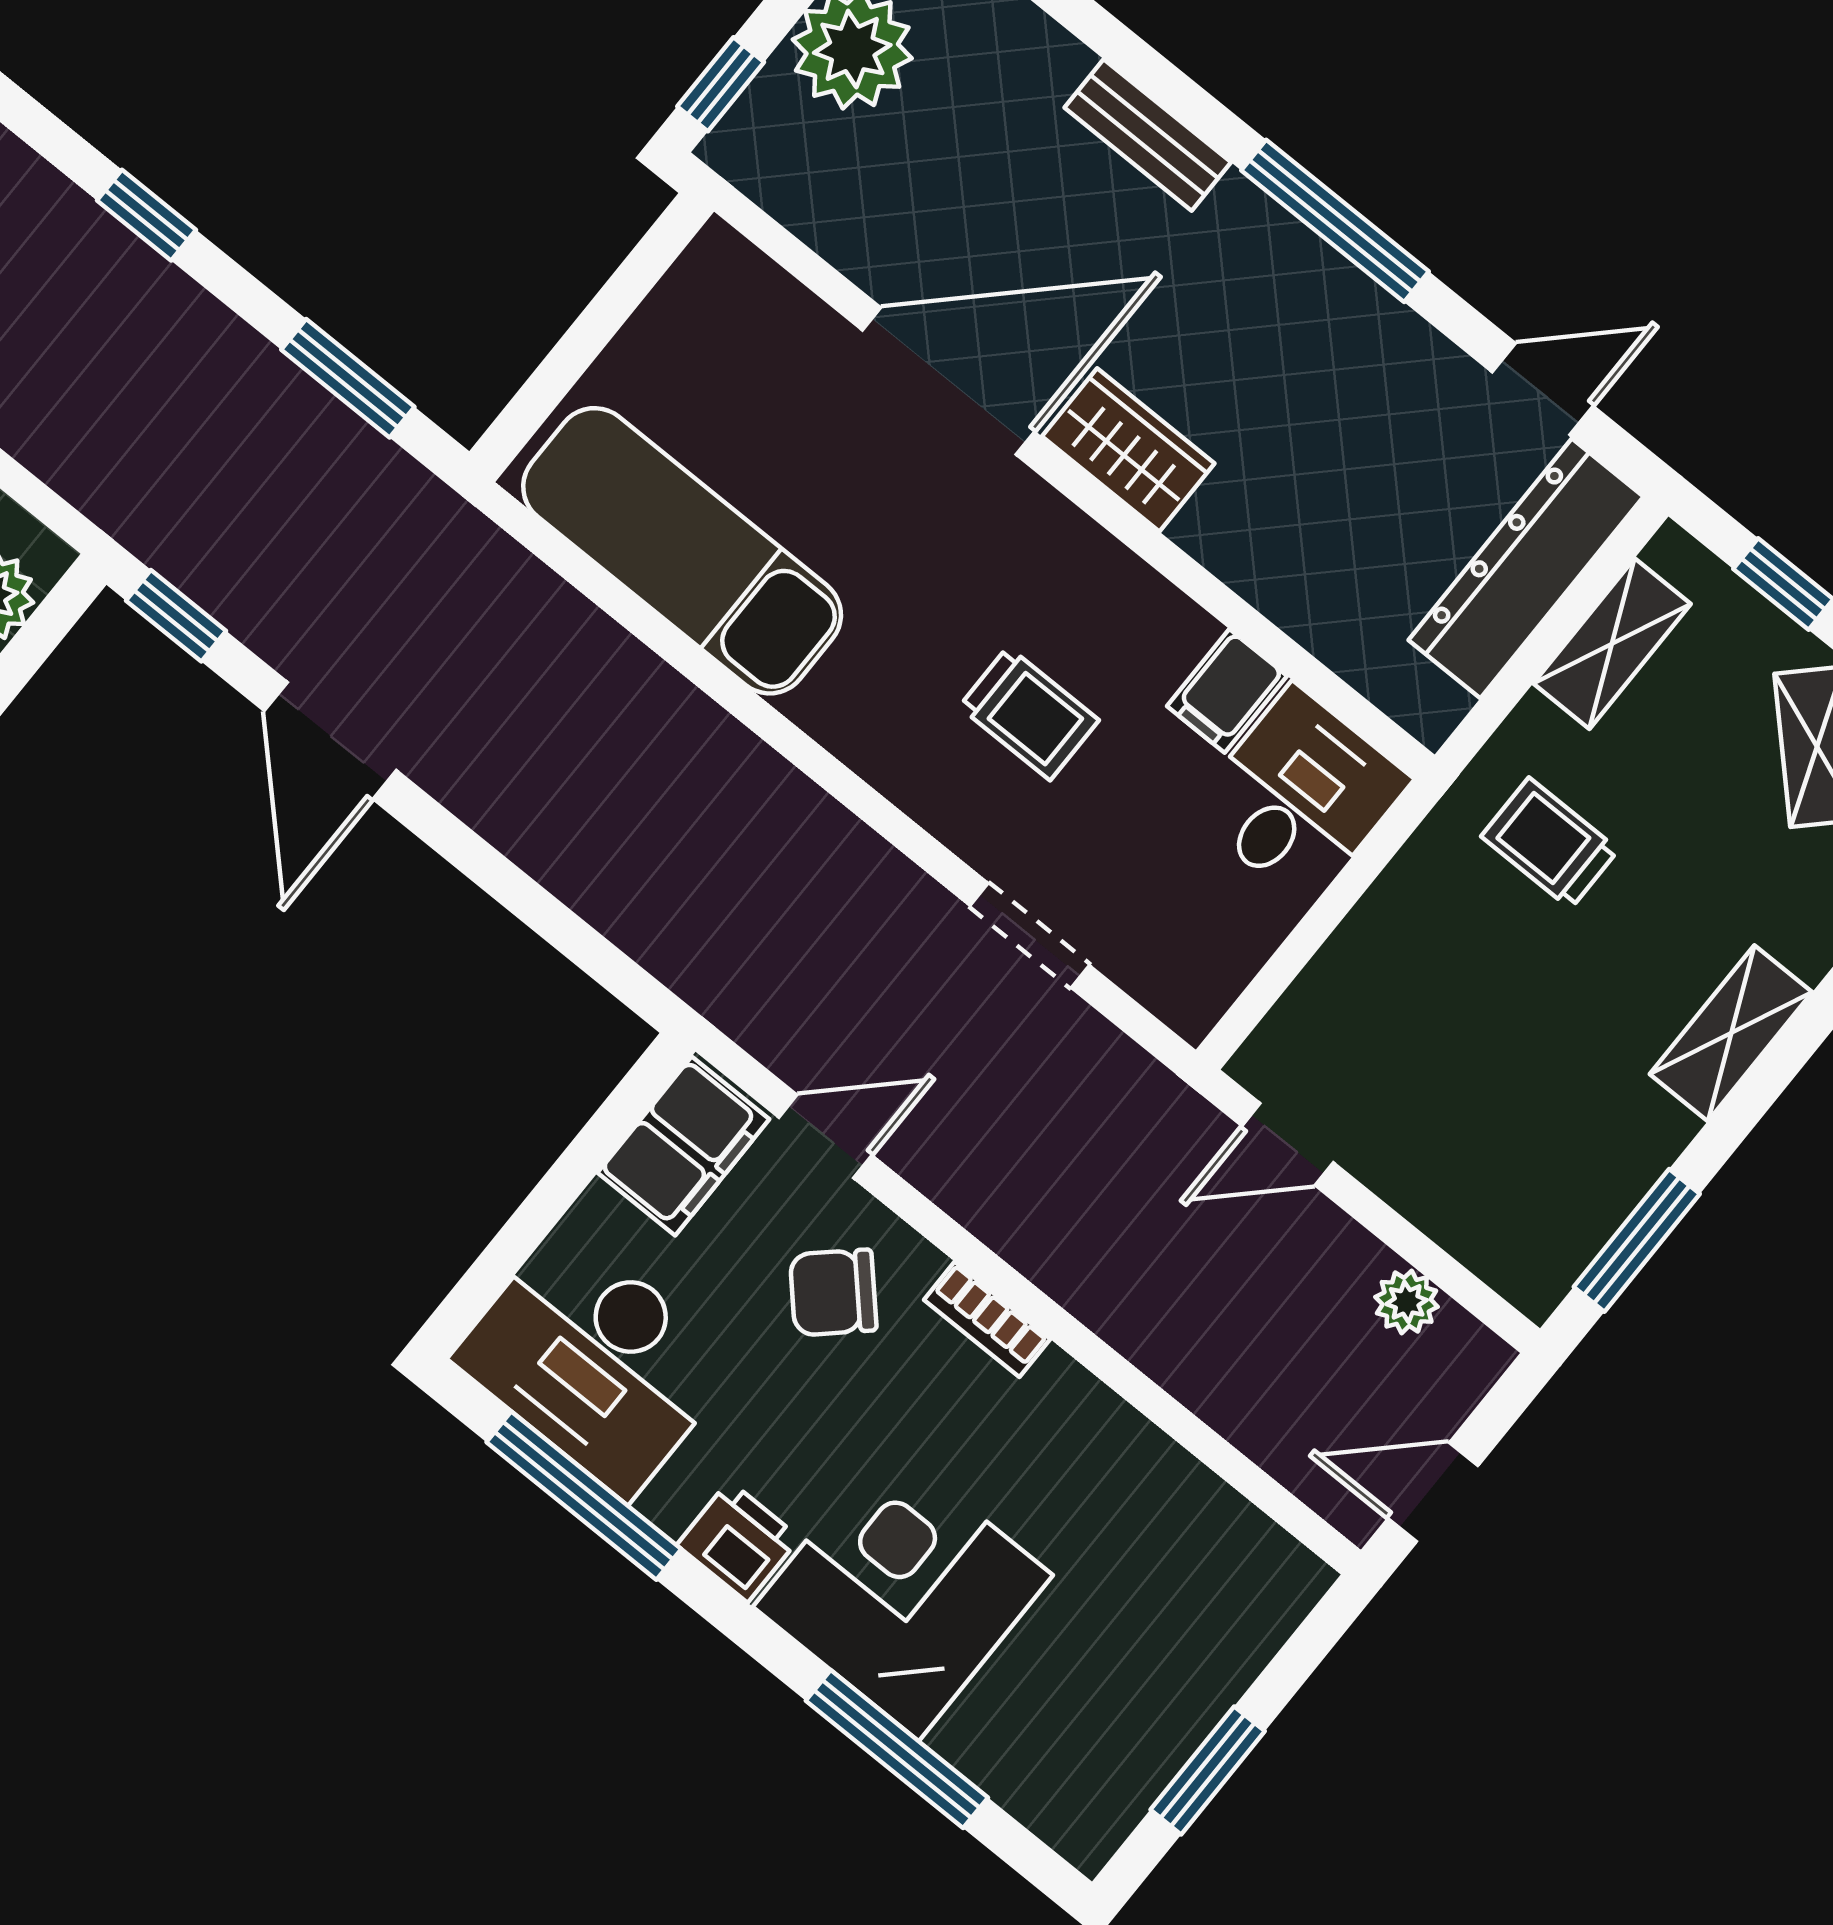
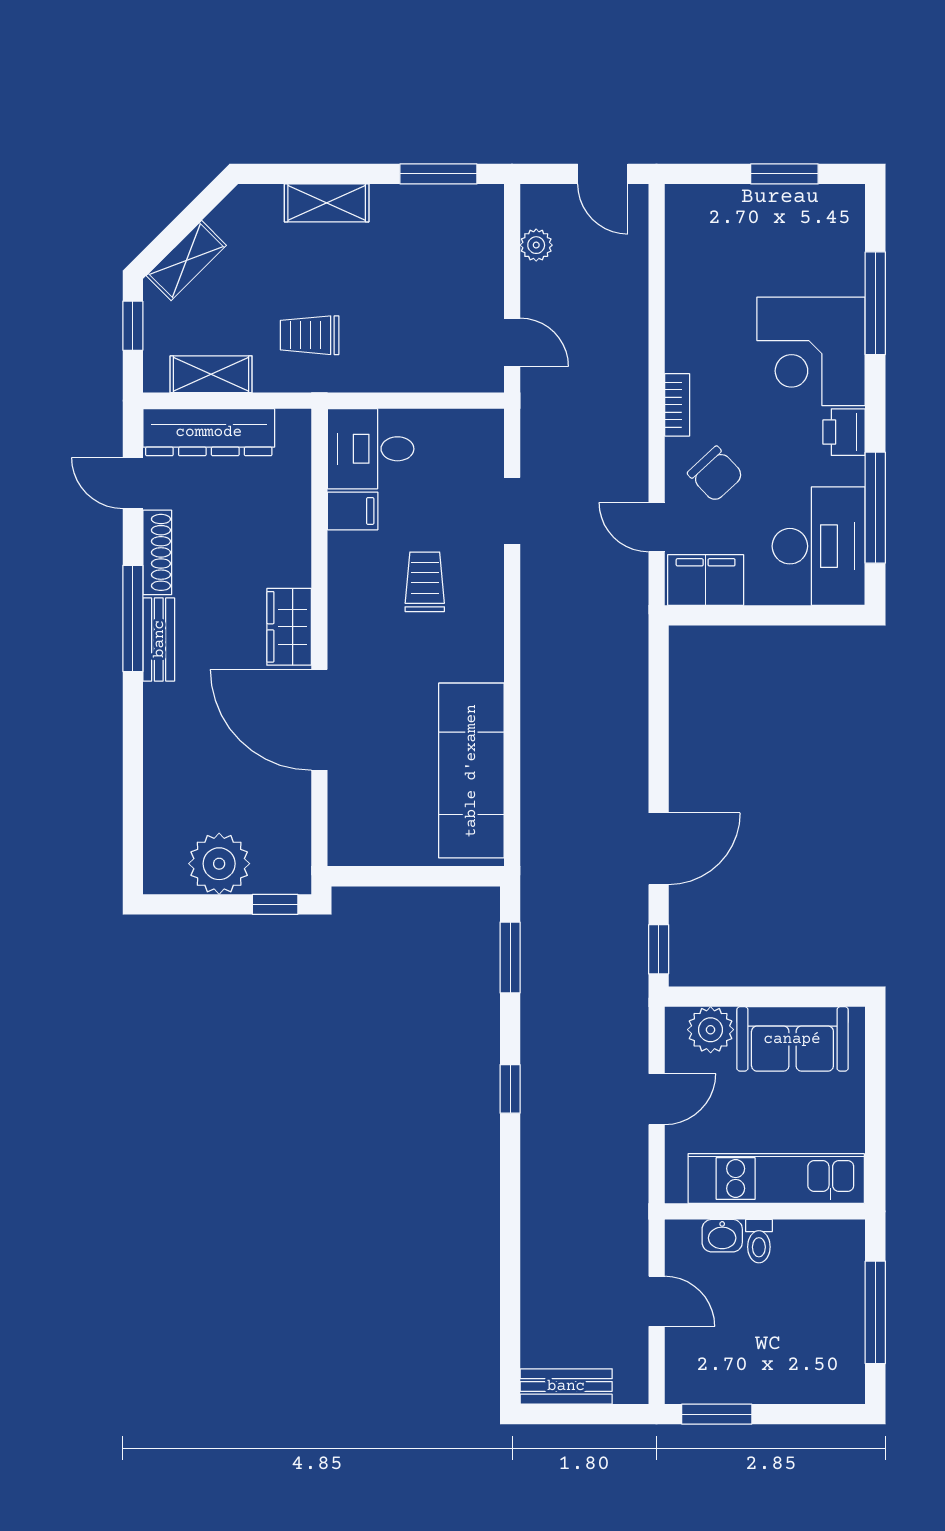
bench: (1148, 135) -> (159, 639), moved
shoe rack: (1406, 340) -> (157, 552), added
trolley: (1550, 843) -> (310, 335), turned 90

